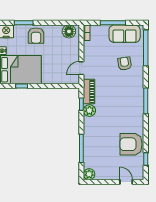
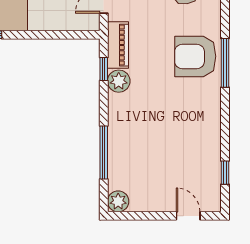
armchair: (131, 144) -> (195, 56), moved

